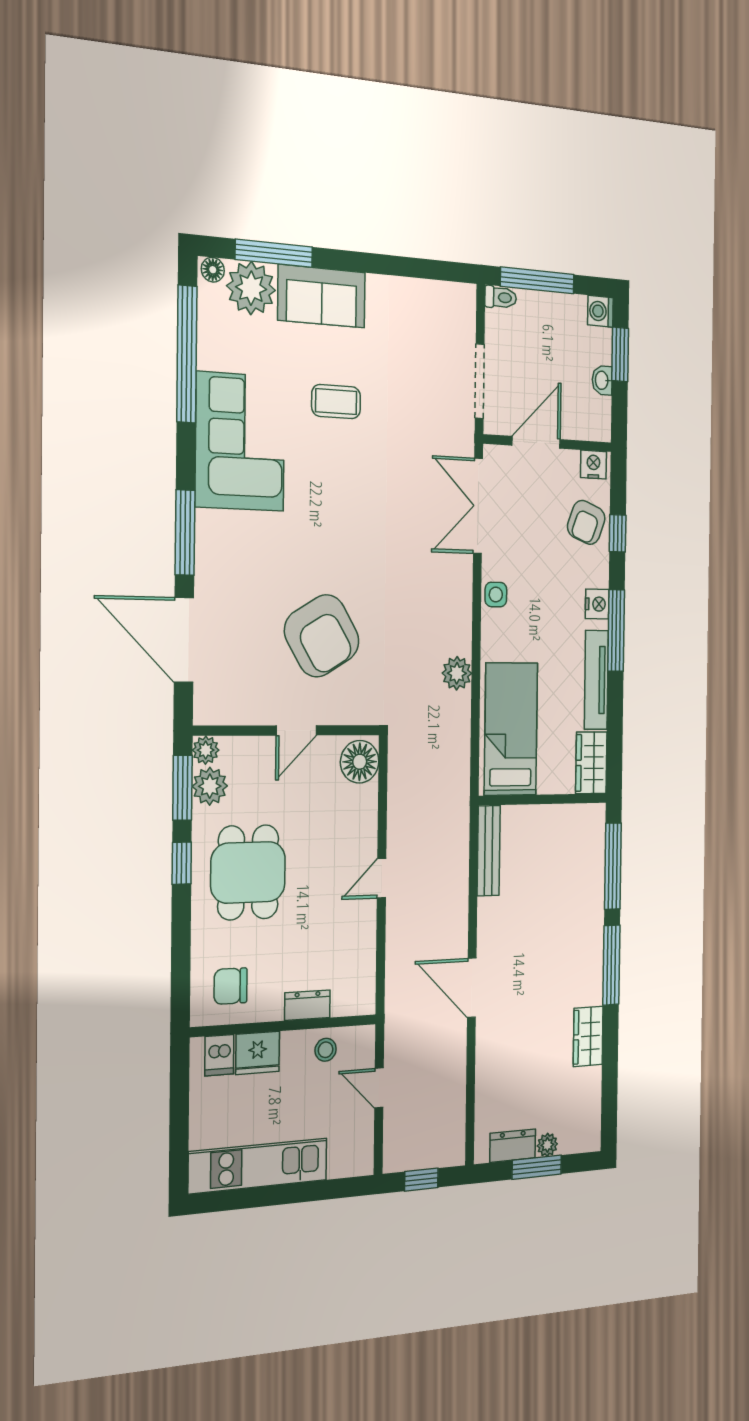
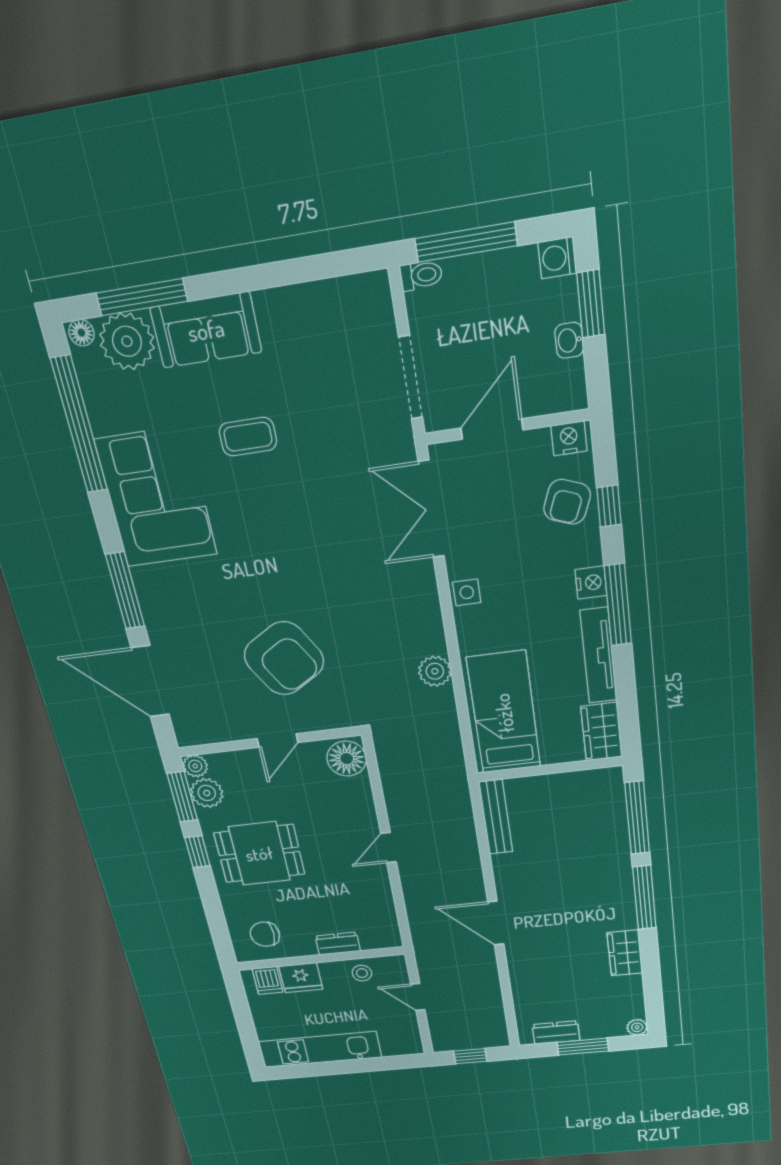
dining table: (248, 872) -> (259, 854), turned 90
plant: (547, 1145) -> (637, 1027), moved

